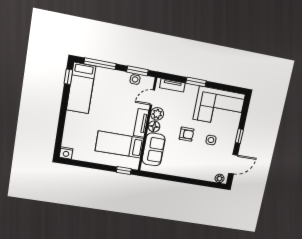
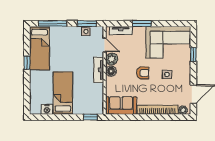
window: (68, 77) -> (27, 63), moved
door: (152, 98) -> (105, 45), swing flipped
window: (239, 136) -> (193, 55), moved
bed: (120, 145) -> (63, 93), moved, turned 90
sofa: (154, 149) -> (121, 106), moved, turned -90
nightstand: (66, 153) -> (47, 109), moved
bookcase: (194, 174) -> (158, 110), added

